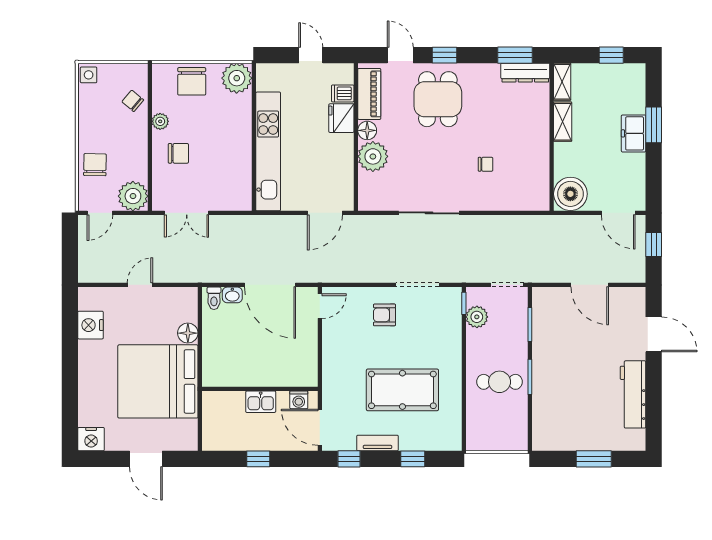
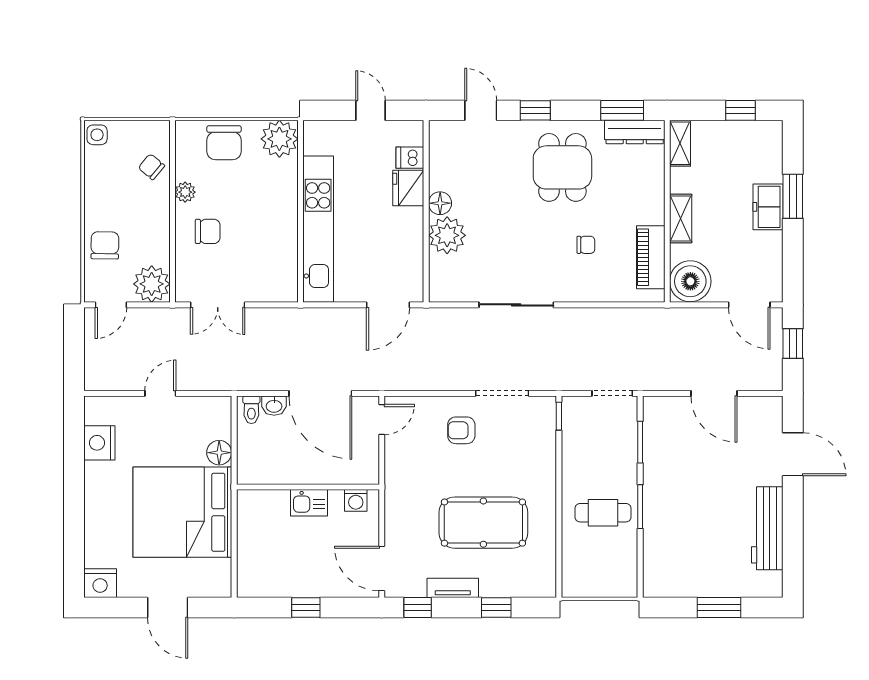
piano: (369, 94) -> (651, 257), moved, turned 180
dining table: (438, 99) -> (562, 167), moved
shelving: (563, 122) -> (681, 218), moved
plant: (477, 317) -> (575, 433), removed
wall: (260, 389) -> (308, 487), moved
washing machine: (299, 400) -> (356, 500), moved
kitchen sink: (261, 402) -> (309, 503), moved

